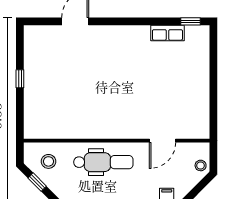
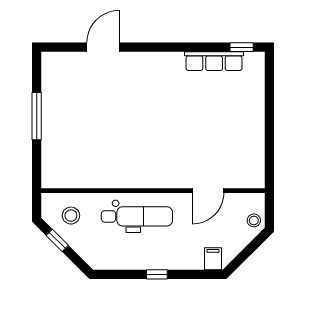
row of seats: (167, 33) -> (214, 61), width x1.48
window: (20, 79) -> (37, 116), width x2.17

